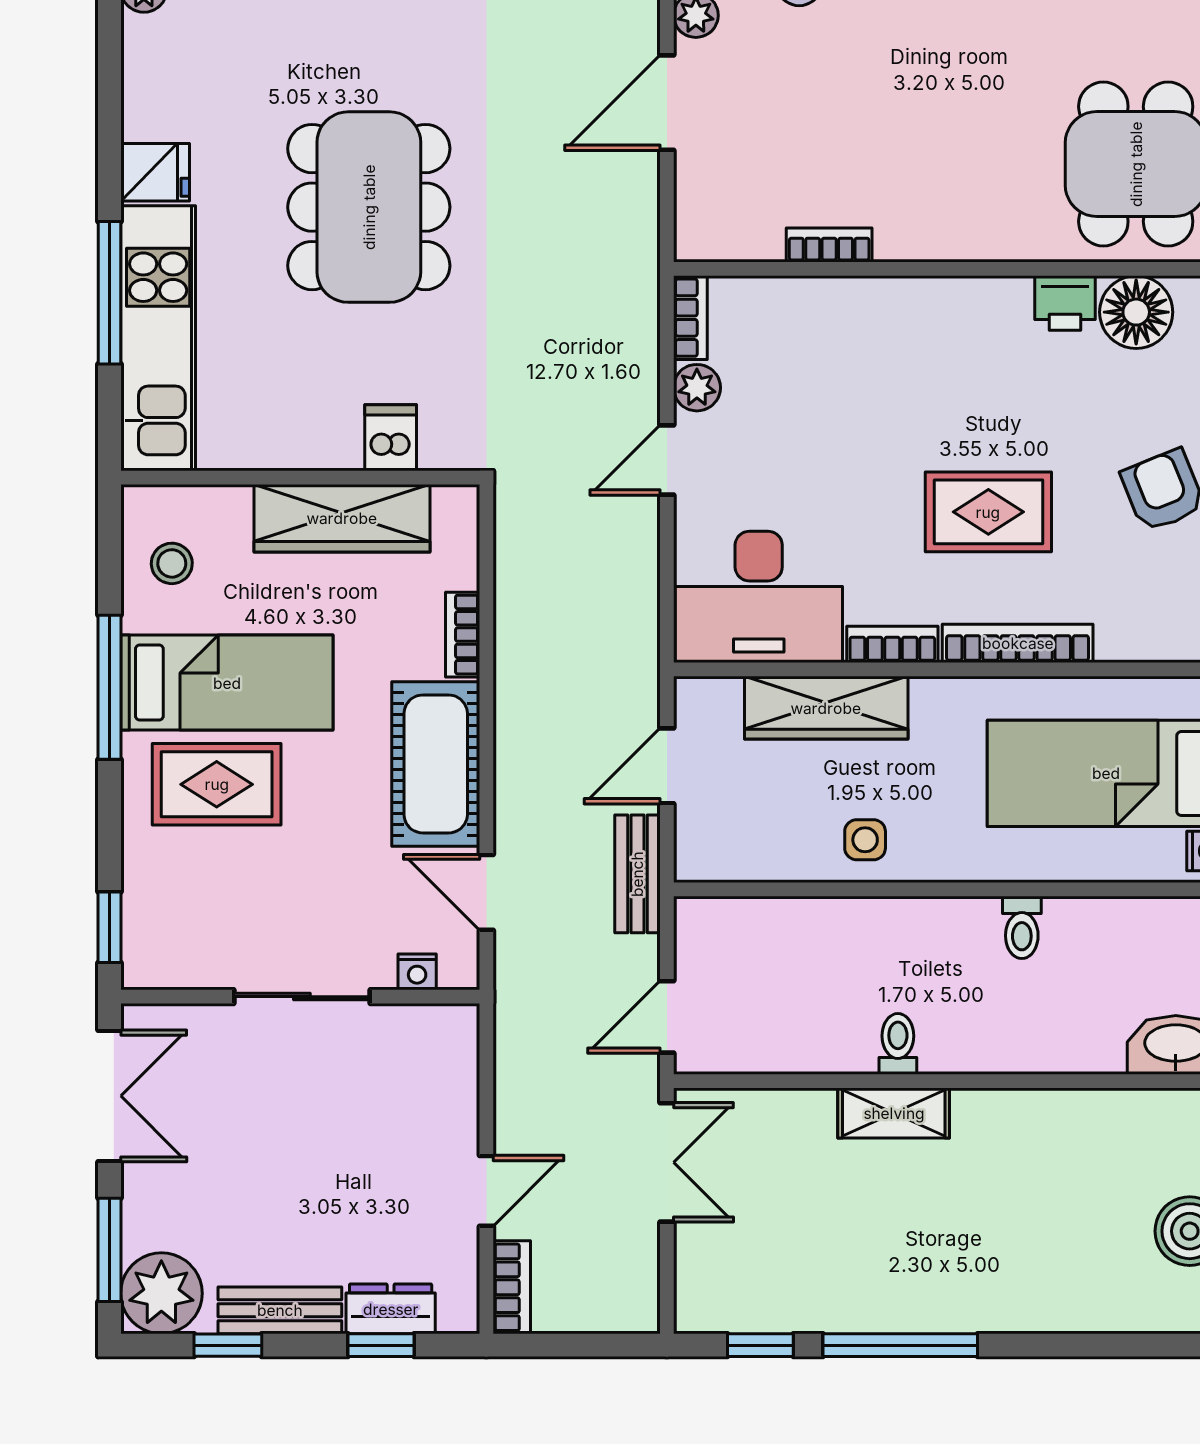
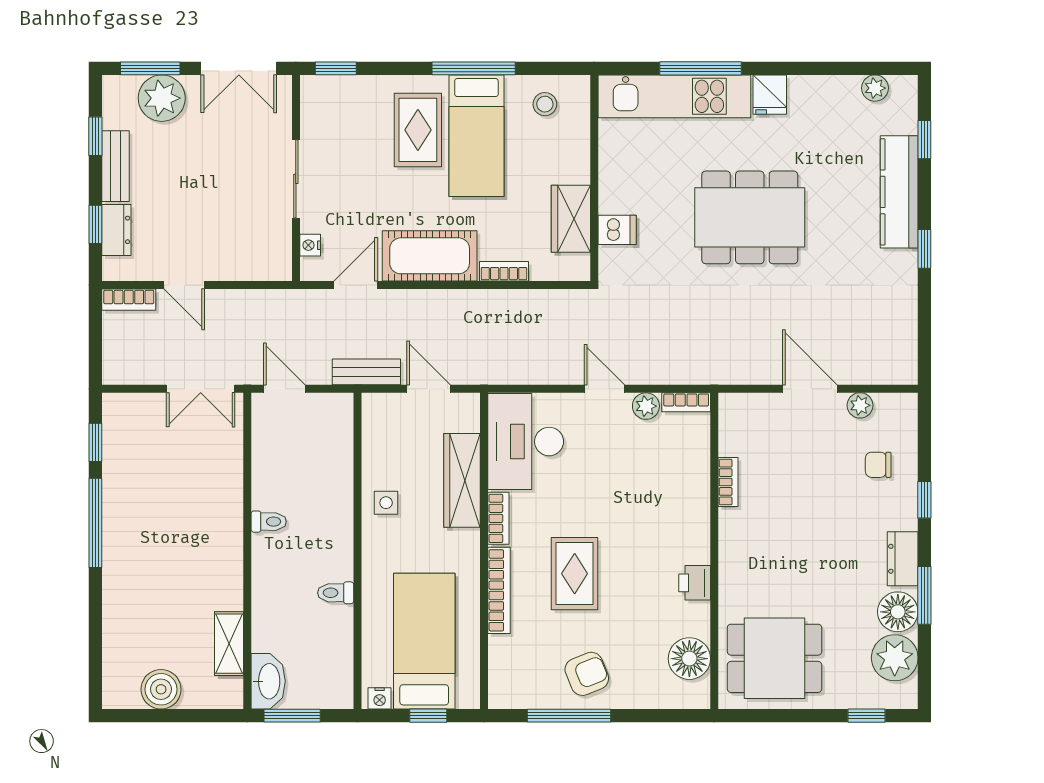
printer: (1065, 303) -> (695, 583), moved
wardrobe: (342, 518) -> (571, 219), width x0.67
shelving: (894, 1113) -> (229, 644), moved
plant: (161, 1293) -> (162, 98), moved

